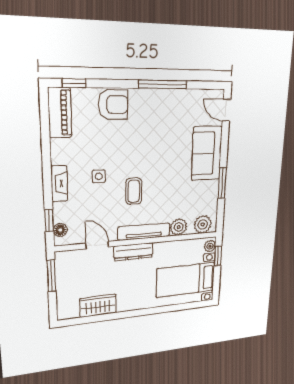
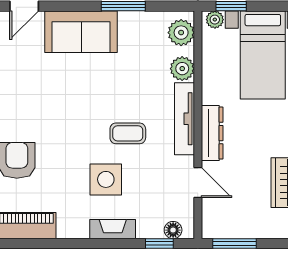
side table: (99, 176) -> (106, 179), width x1.87, depth x1.87
door: (97, 245) -> (198, 183), swing flipped

